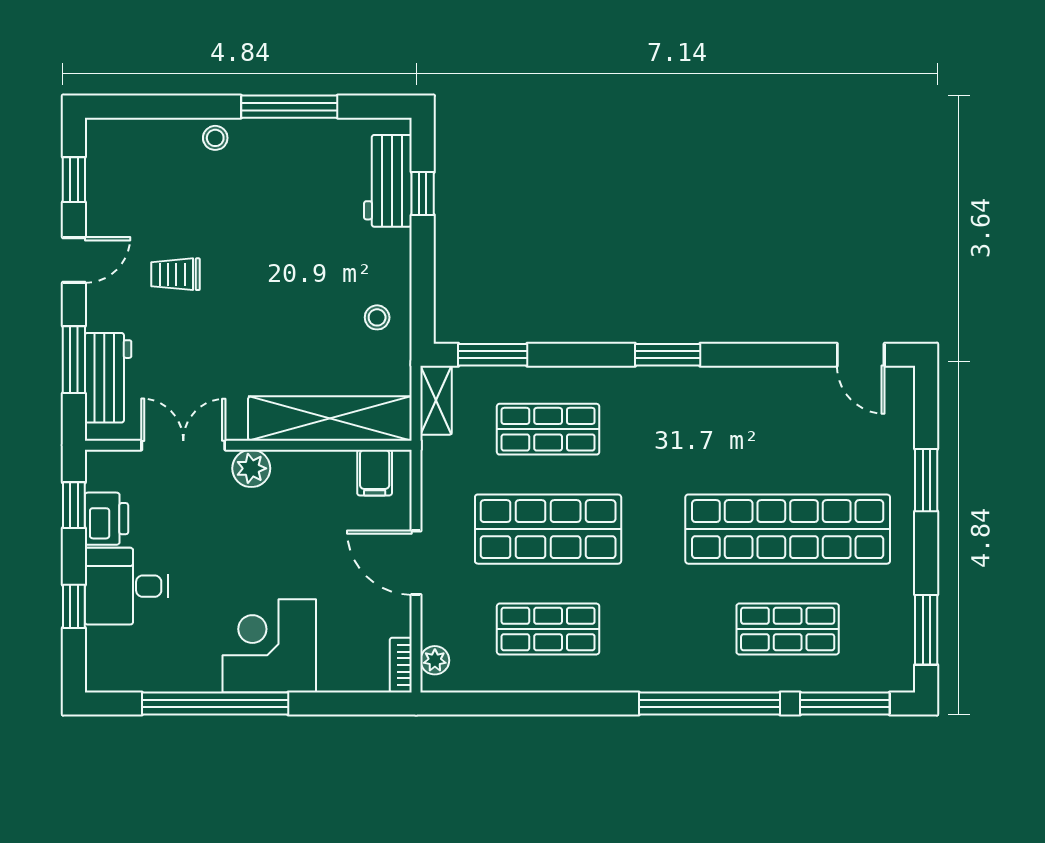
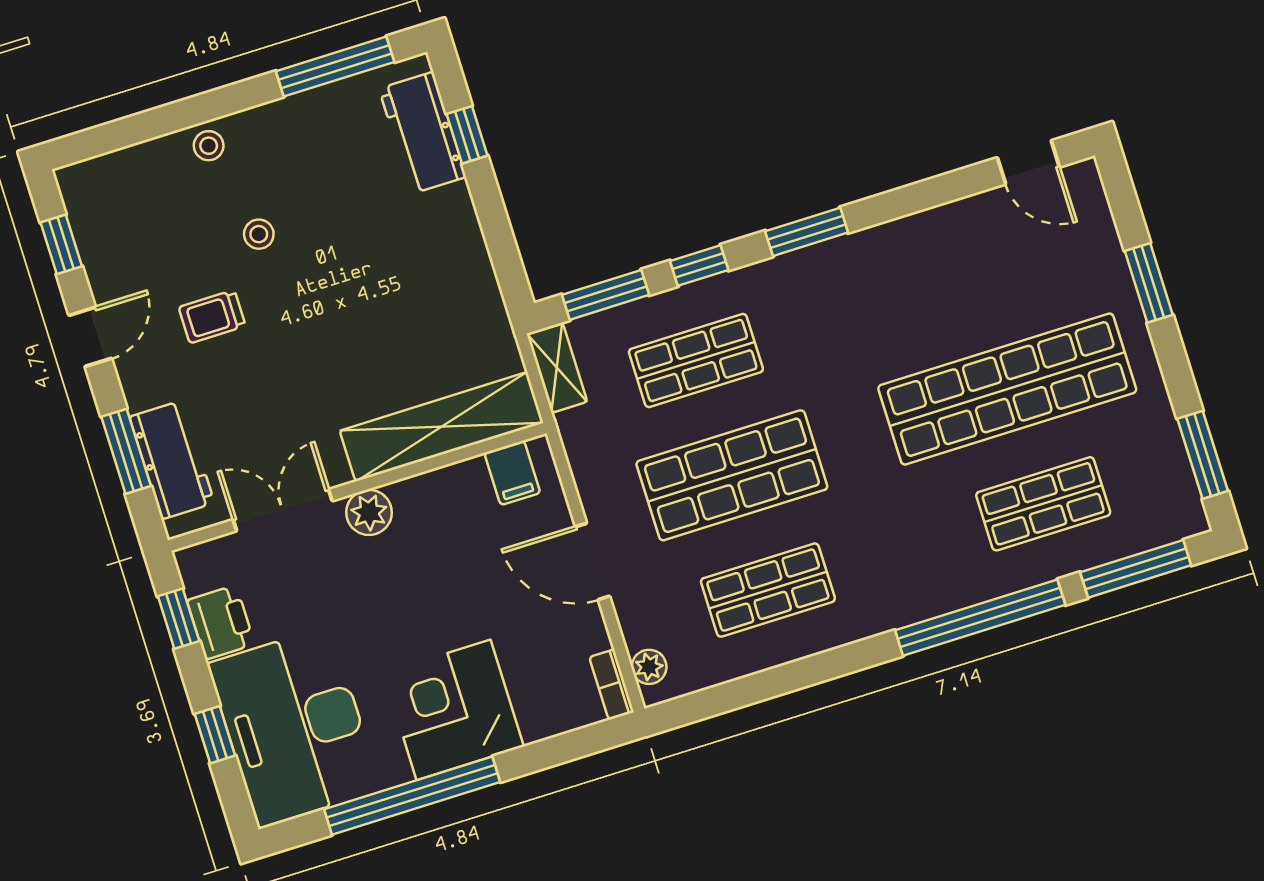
window: (289, 107) -> (335, 67), moved
stool: (377, 317) -> (259, 234), moved
window: (574, 355) -> (699, 266), added
desk: (126, 586) -> (294, 727), width x1.87, depth x1.30

